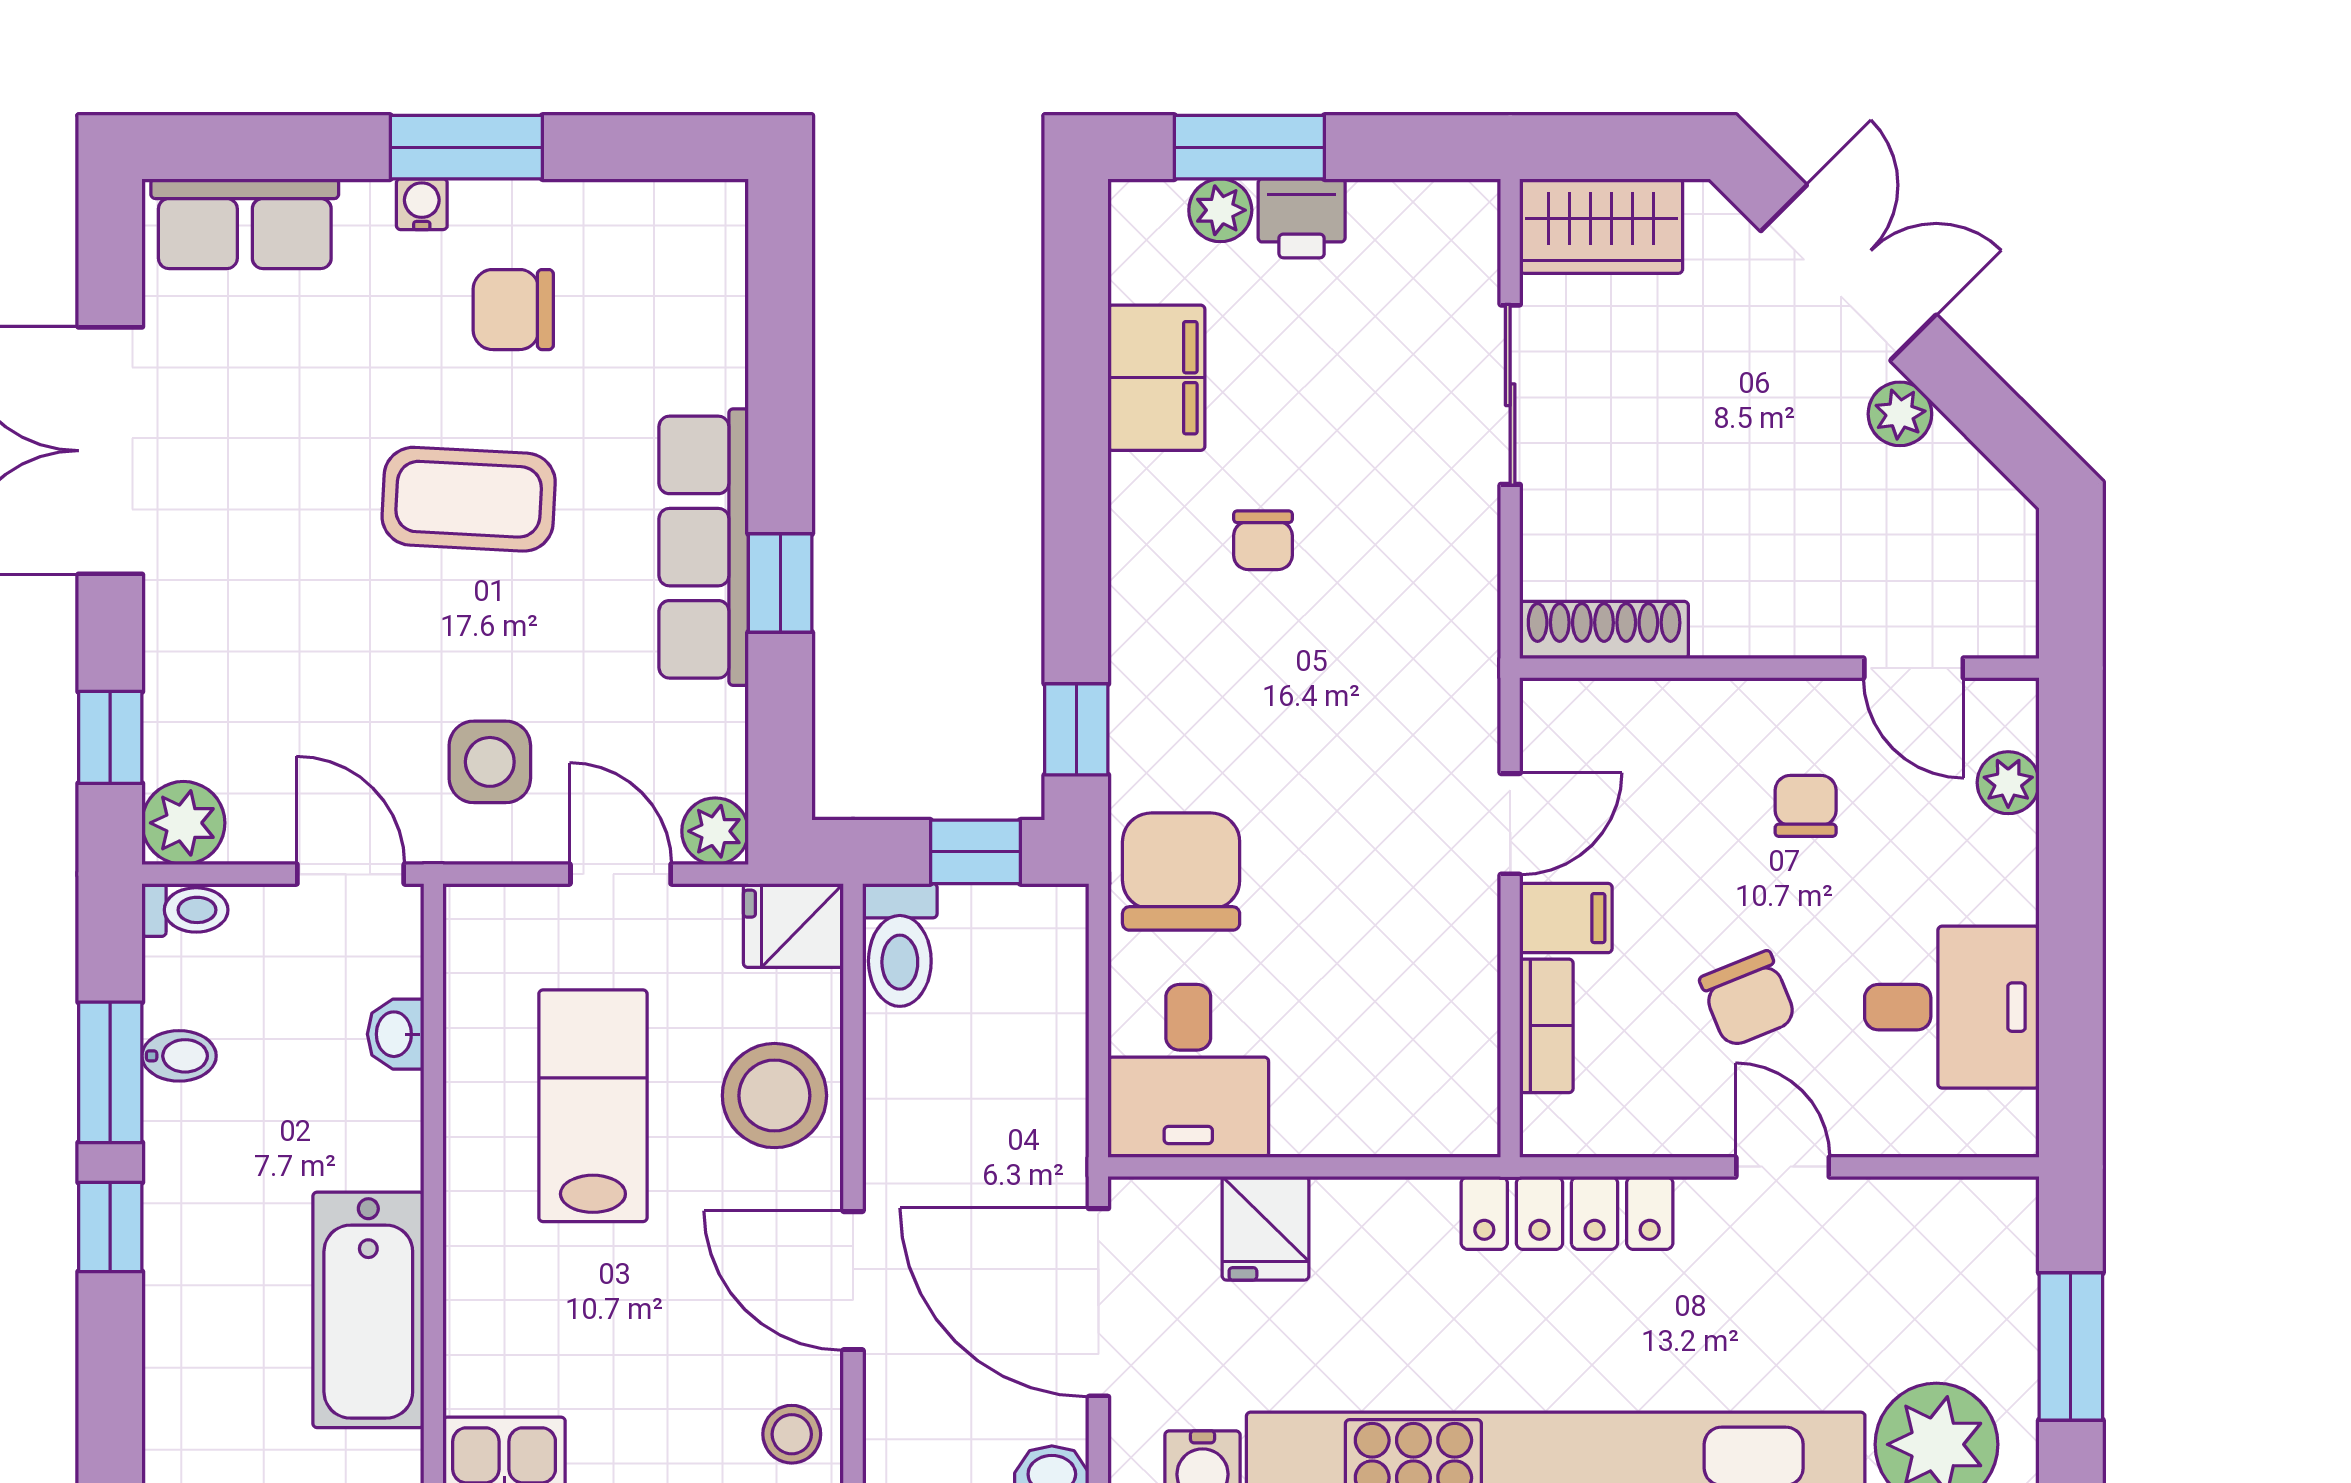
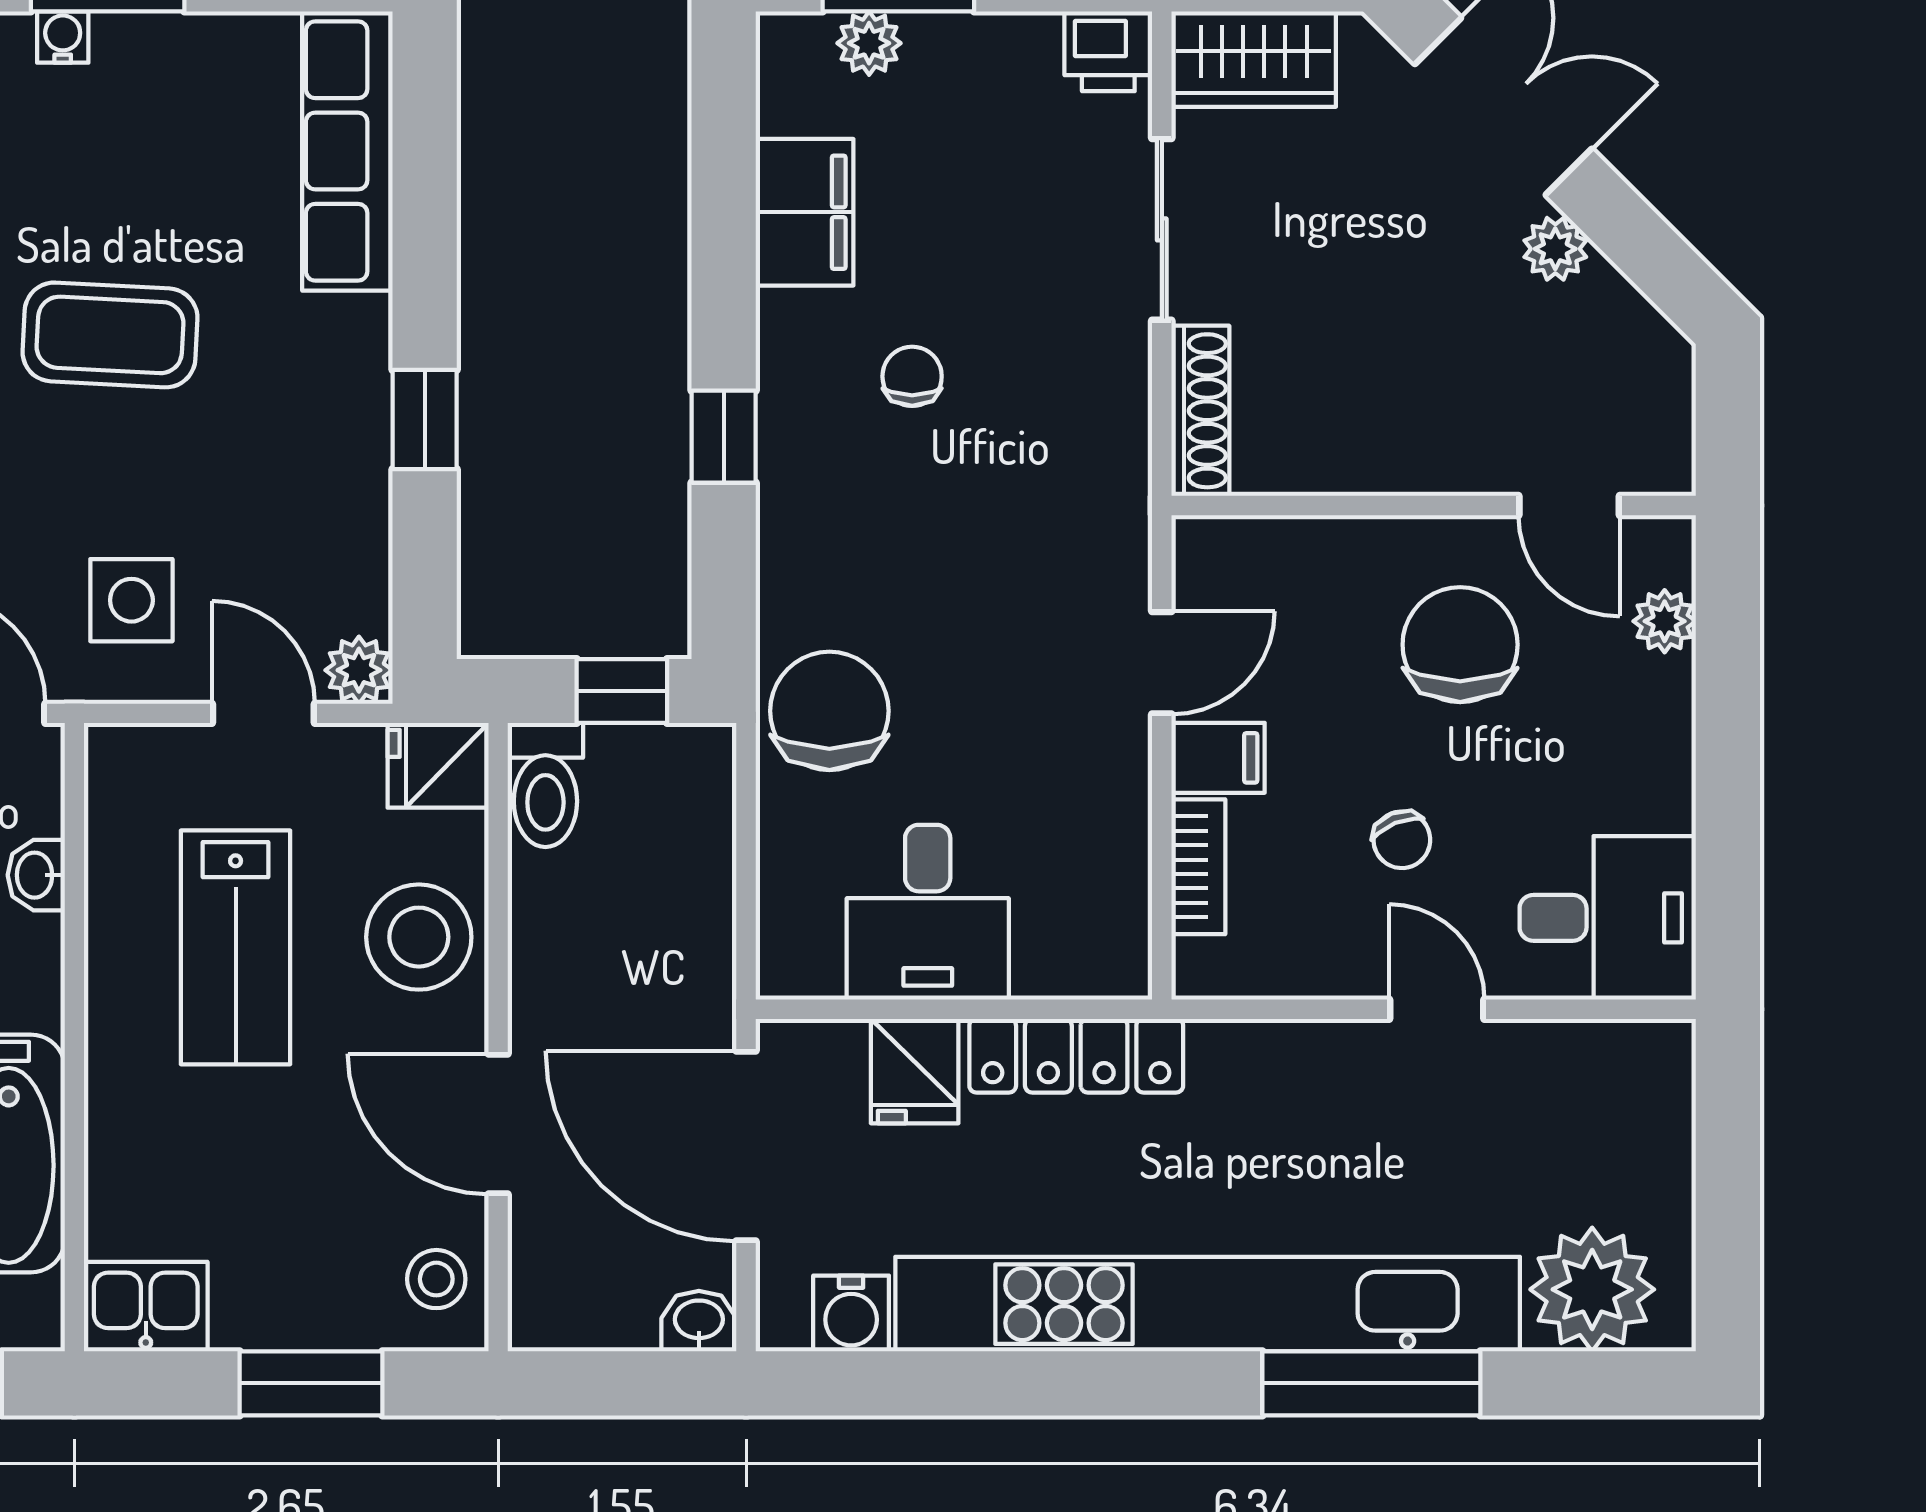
printer: (1302, 218) -> (1108, 51), moved
chair: (513, 310) -> (155, 143), removed
chair: (1263, 540) -> (912, 376), turned 180
row of seats: (704, 547) -> (347, 151), moved
shoe rack: (1604, 630) -> (1200, 411), moved, turned 90
window: (1076, 729) -> (724, 437), moved
chair: (1806, 806) -> (1460, 645), width x1.87, depth x1.87
chair: (1748, 999) -> (1402, 840), width x0.73, depth x0.73
desk: (1952, 1007) -> (1608, 918), moved
desk: (1188, 1071) -> (928, 912), moved
lab bench: (593, 1106) -> (236, 947), turned 180
locker: (1567, 1213) -> (1076, 1056), moved
window: (2071, 1347) -> (1728, 1191), removed

